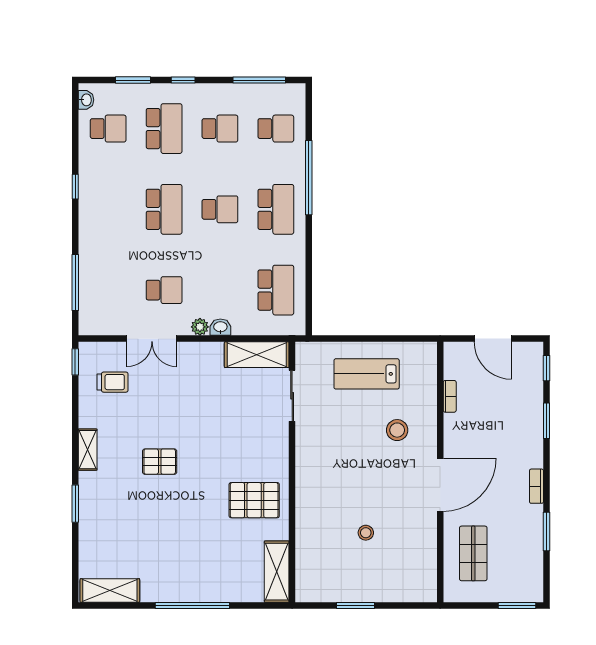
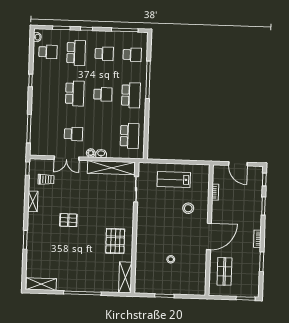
shelving: (257, 355) -> (111, 168), width x1.47
shelving: (88, 450) -> (33, 201), moved
pallet: (254, 500) -> (115, 241), turned 90

